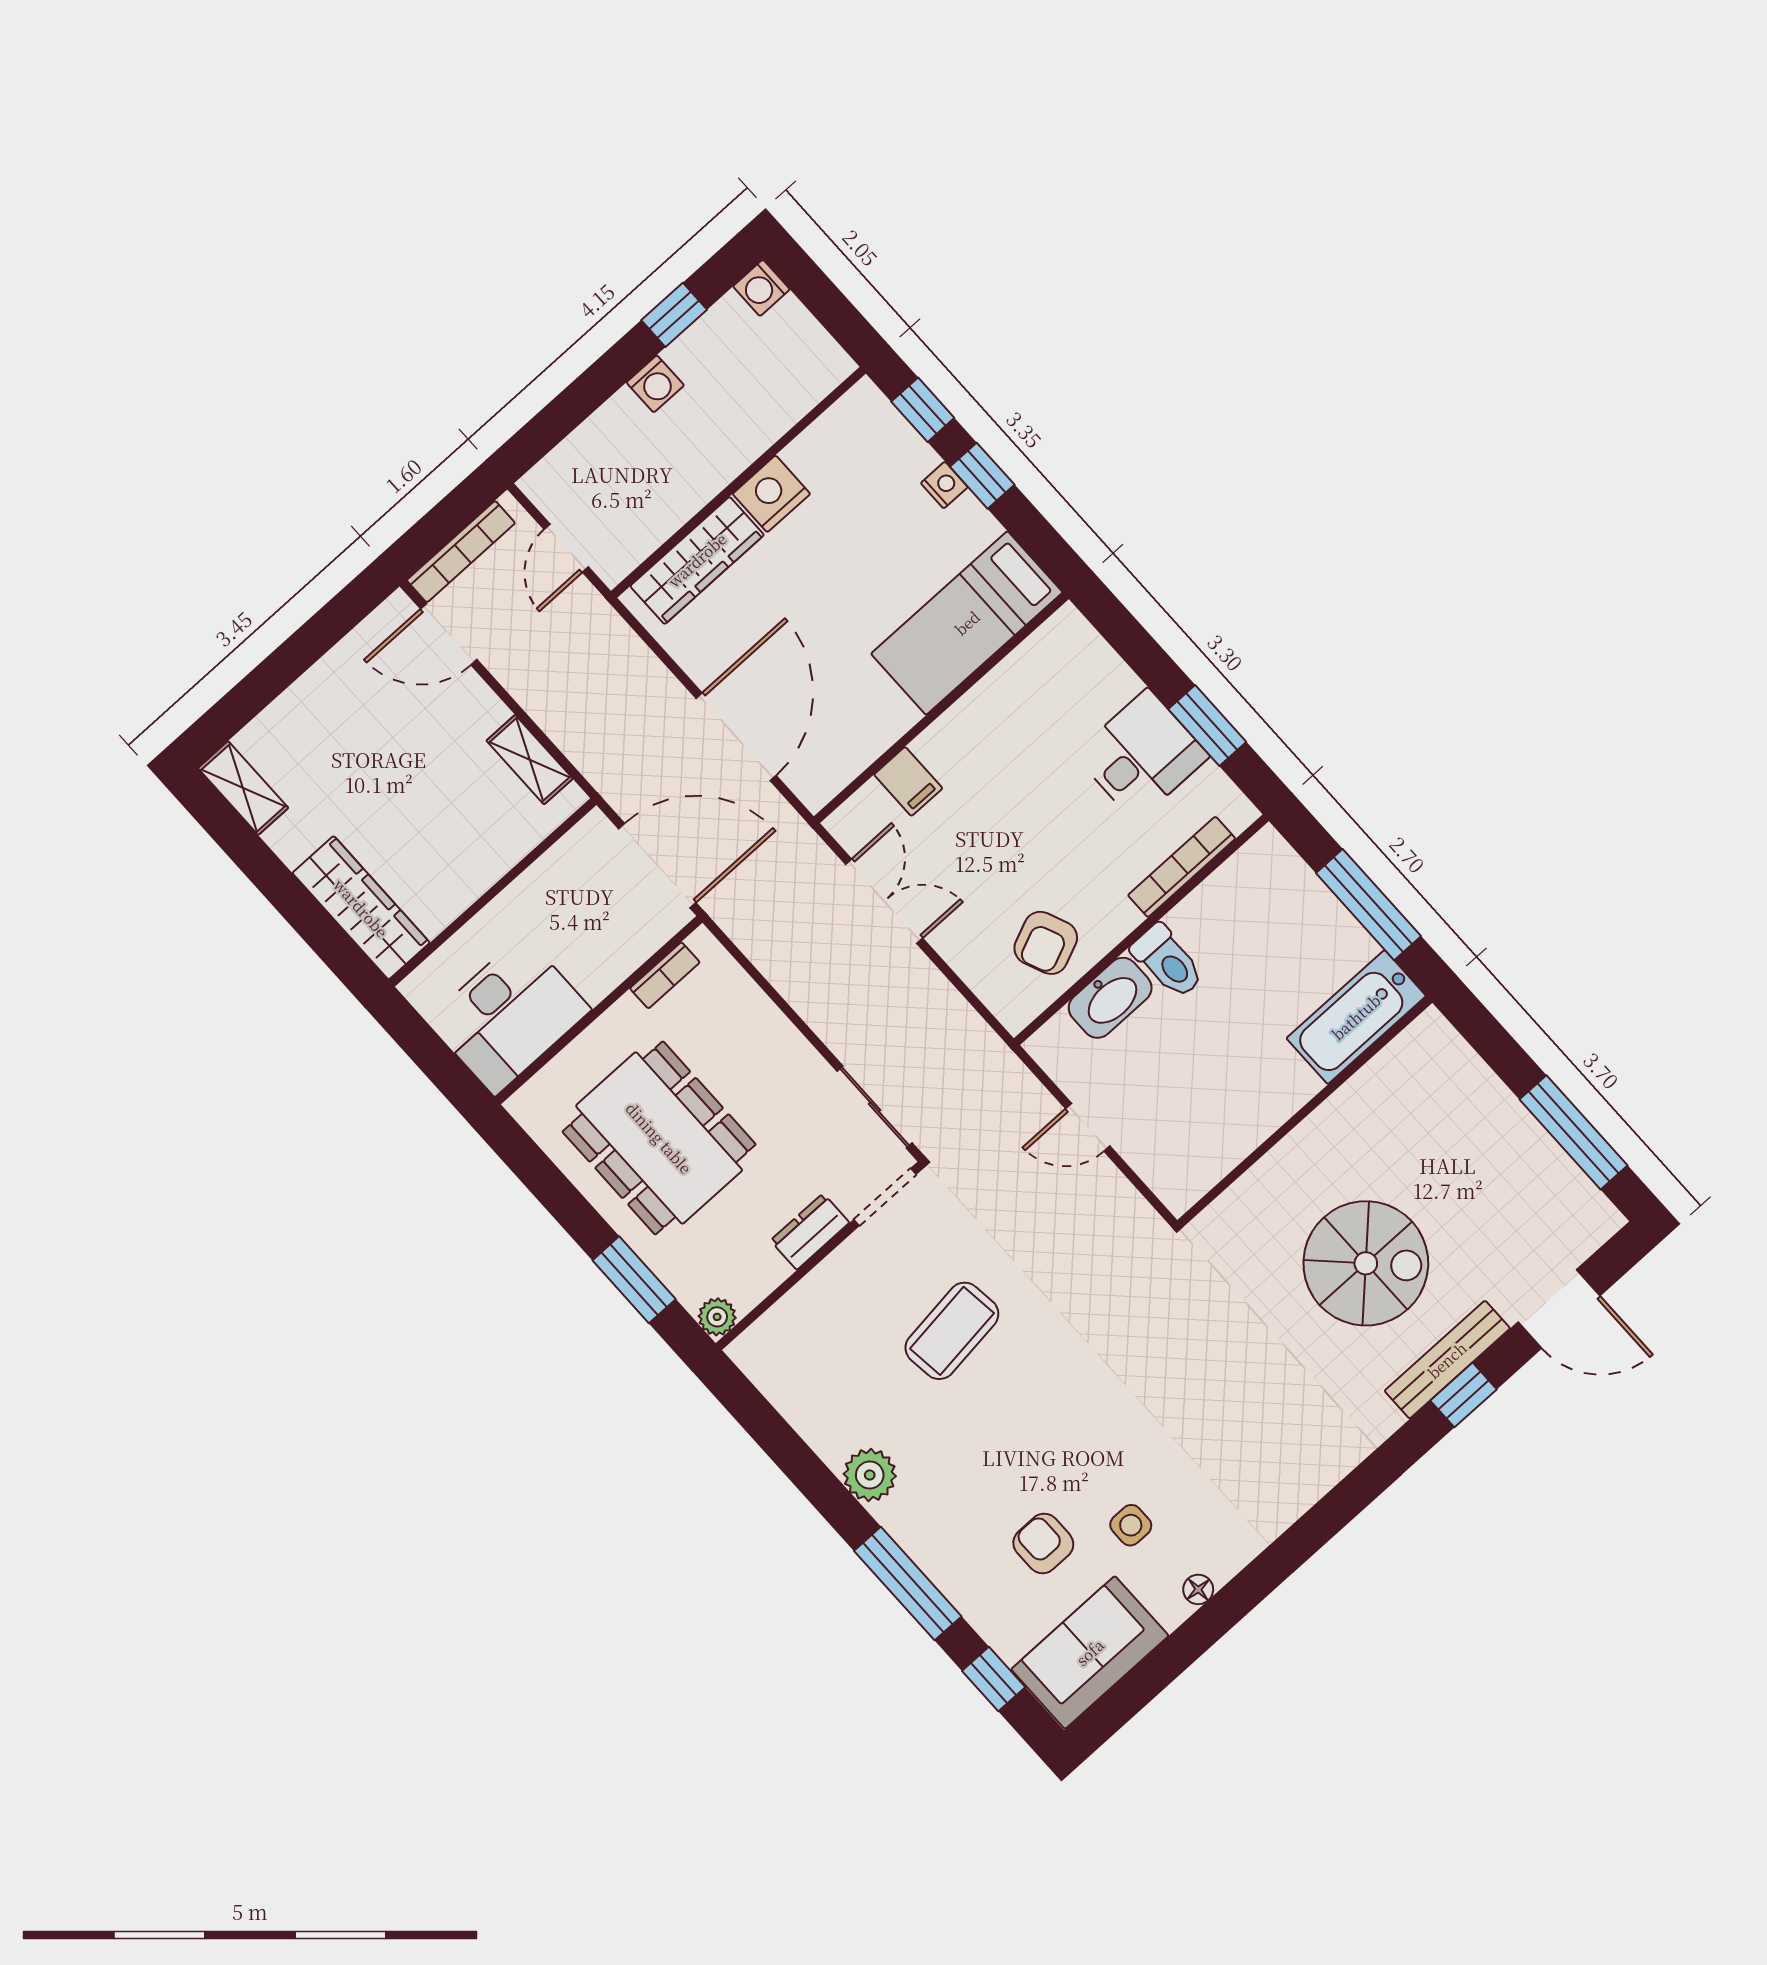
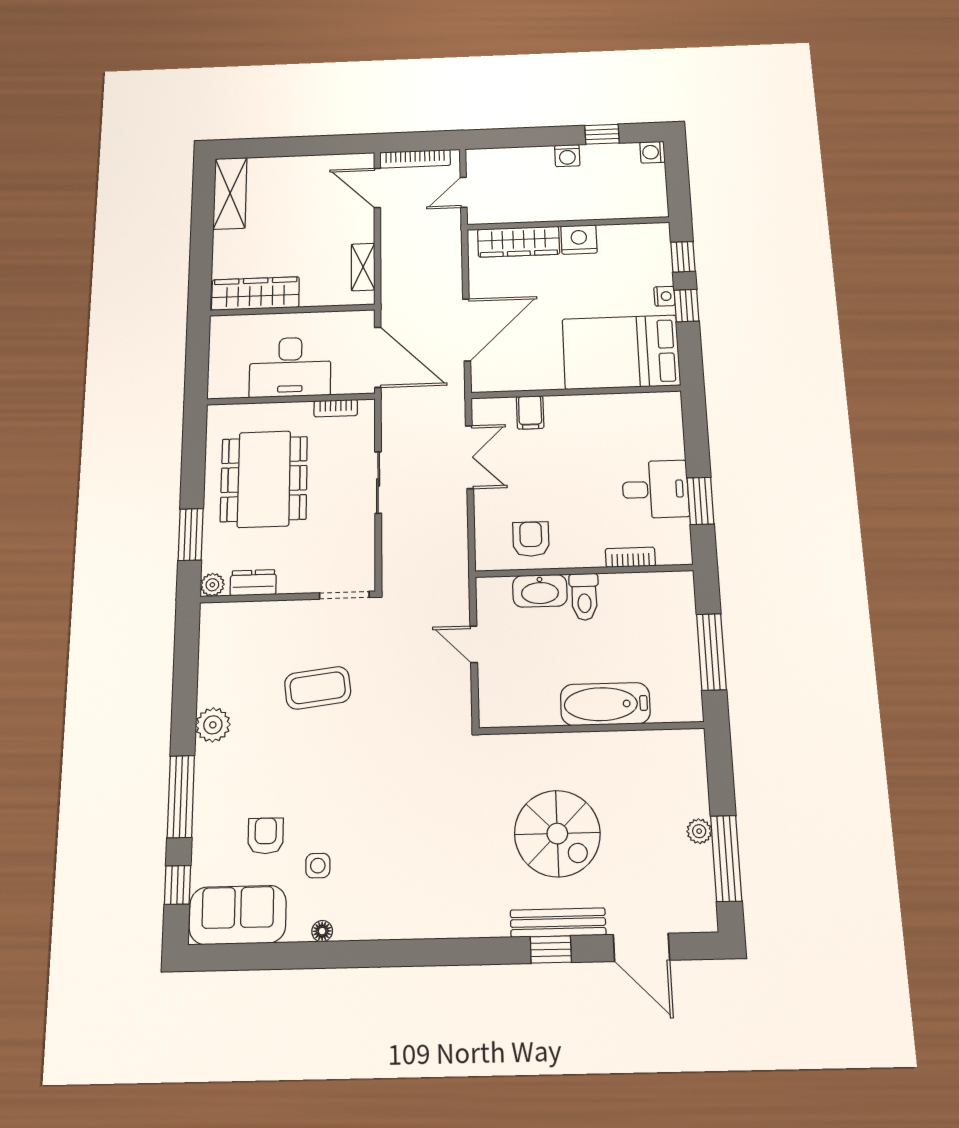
bed: (967, 623) -> (621, 352), width x1.50
shelving: (243, 788) -> (230, 193), width x1.50, depth x1.33
bookcase: (1182, 867) -> (630, 557), width x0.64
wardrobe: (361, 908) -> (255, 294), moved, turned -90
armchair: (1046, 943) -> (531, 539), turned 113
desk: (509, 1015) -> (290, 367), moved
bathtub: (1356, 1017) -> (605, 704), moved
sliding door: (875, 1107) -> (378, 482), moved
plant: (1520, 1127) -> (699, 831), added
dresser: (810, 1232) -> (253, 583), moved

